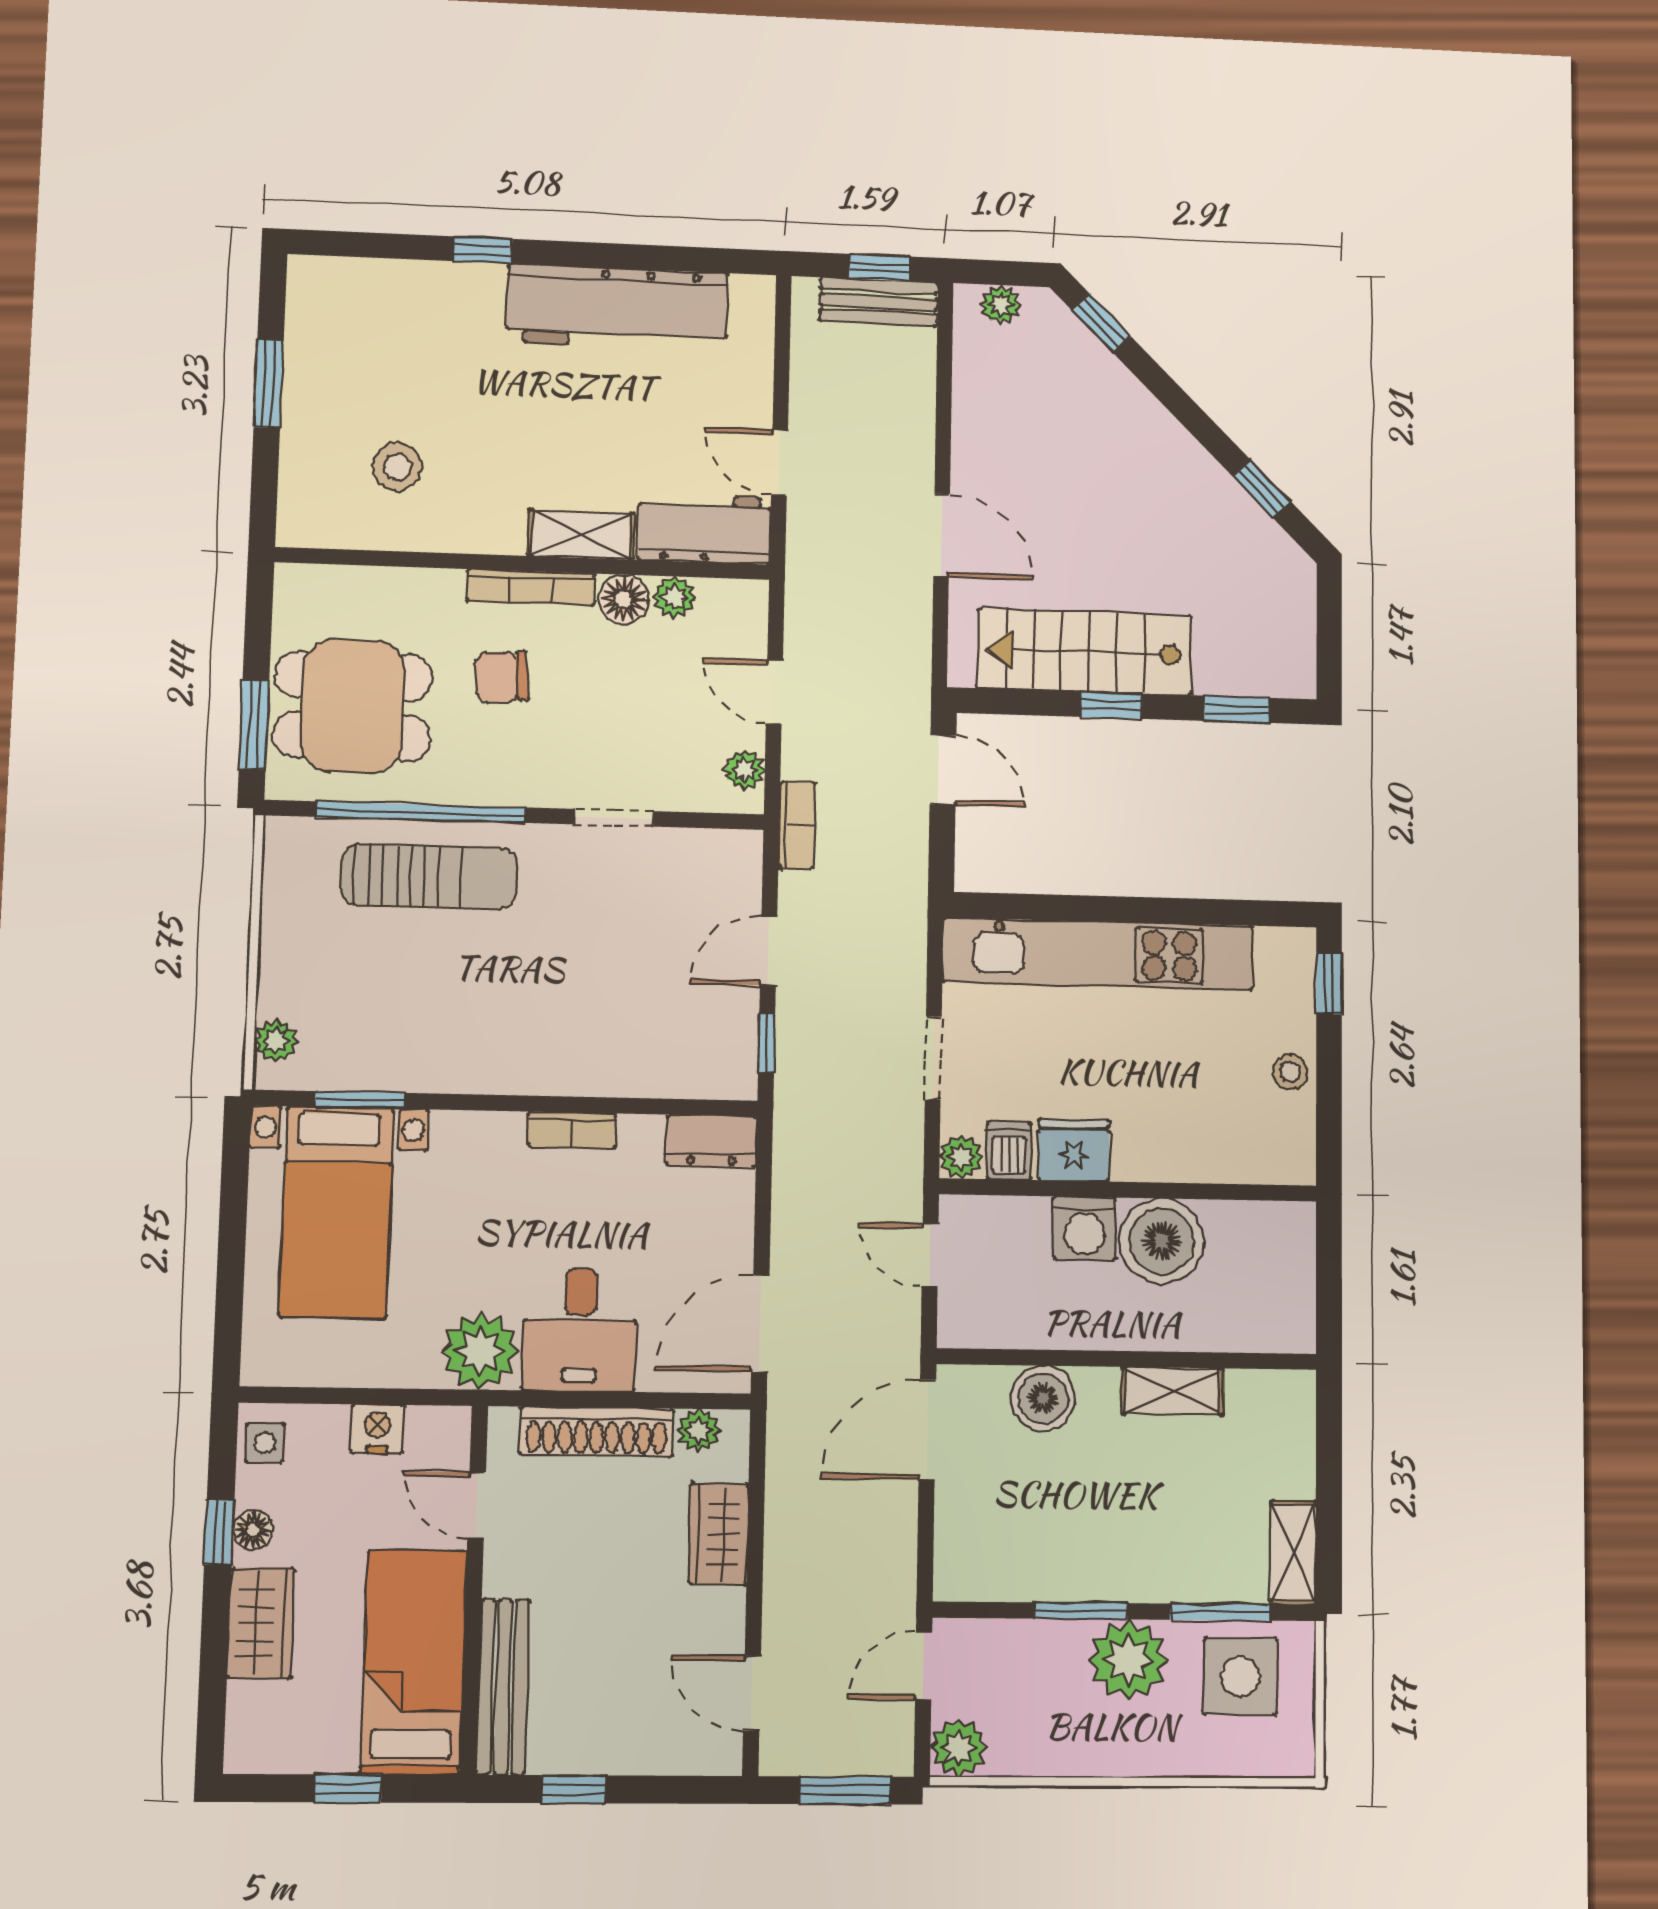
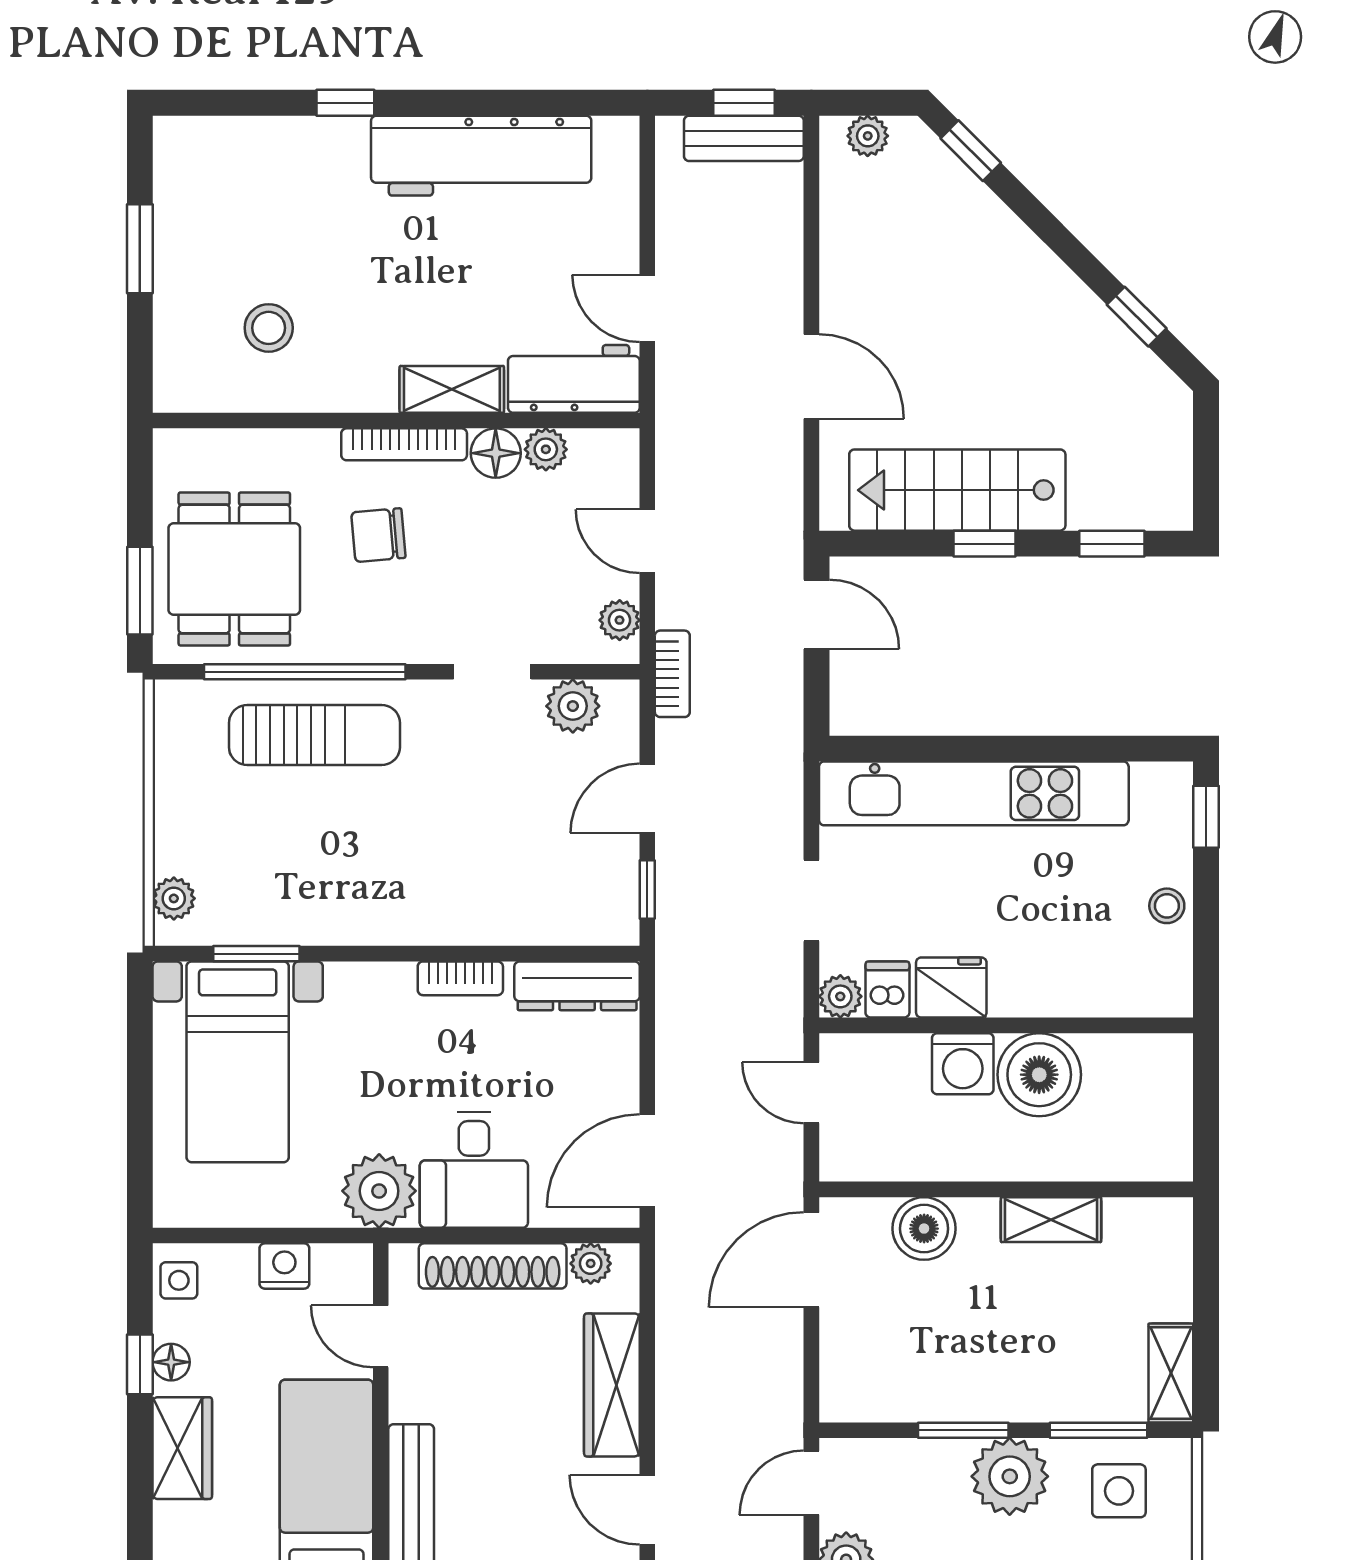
dining table: (353, 706) -> (234, 569), turned 90
plant: (695, 855) -> (573, 706), added
dresser: (712, 1141) -> (577, 986), width x1.44
wardrobe: (719, 1534) -> (612, 1385), width x1.50
side table: (1240, 1676) -> (1119, 1491), width x0.73, depth x0.73

